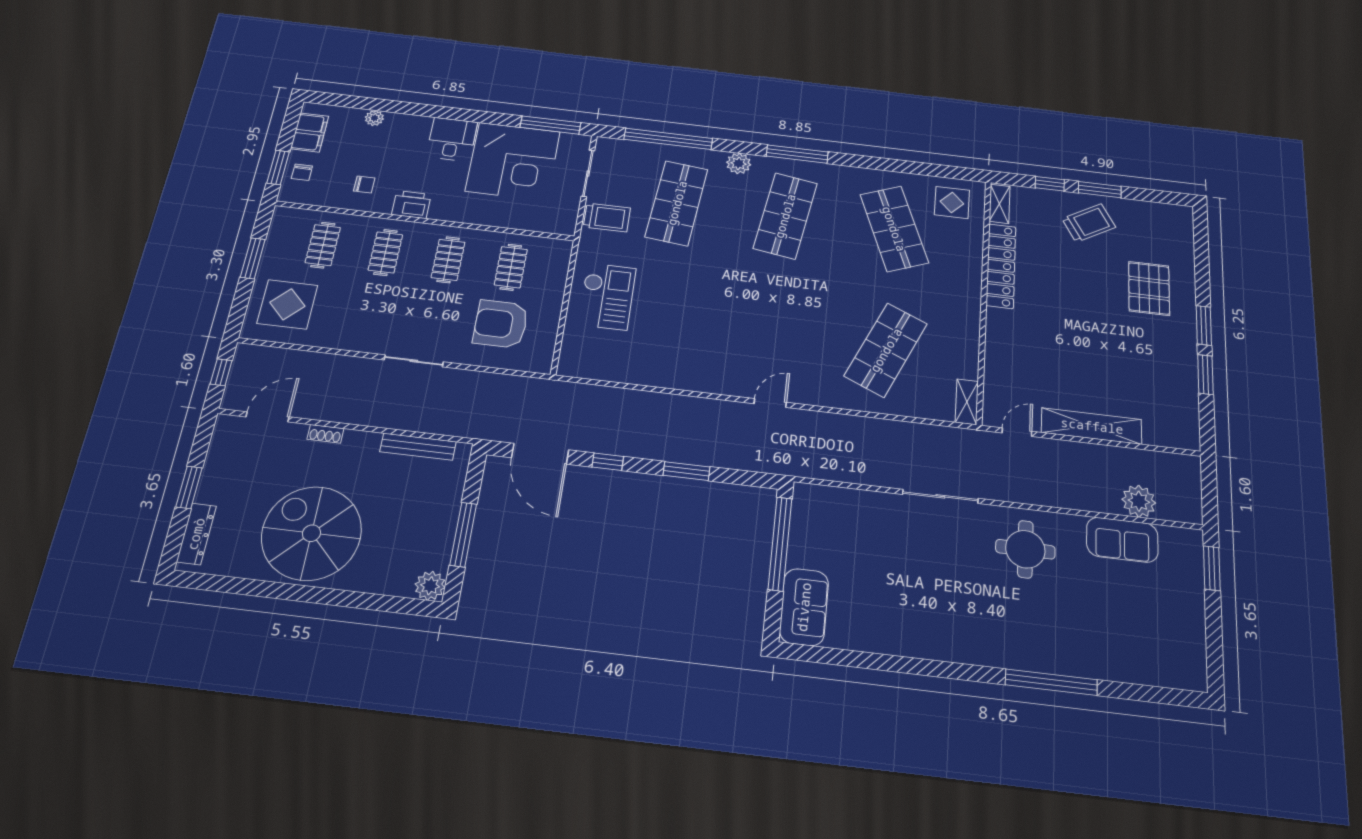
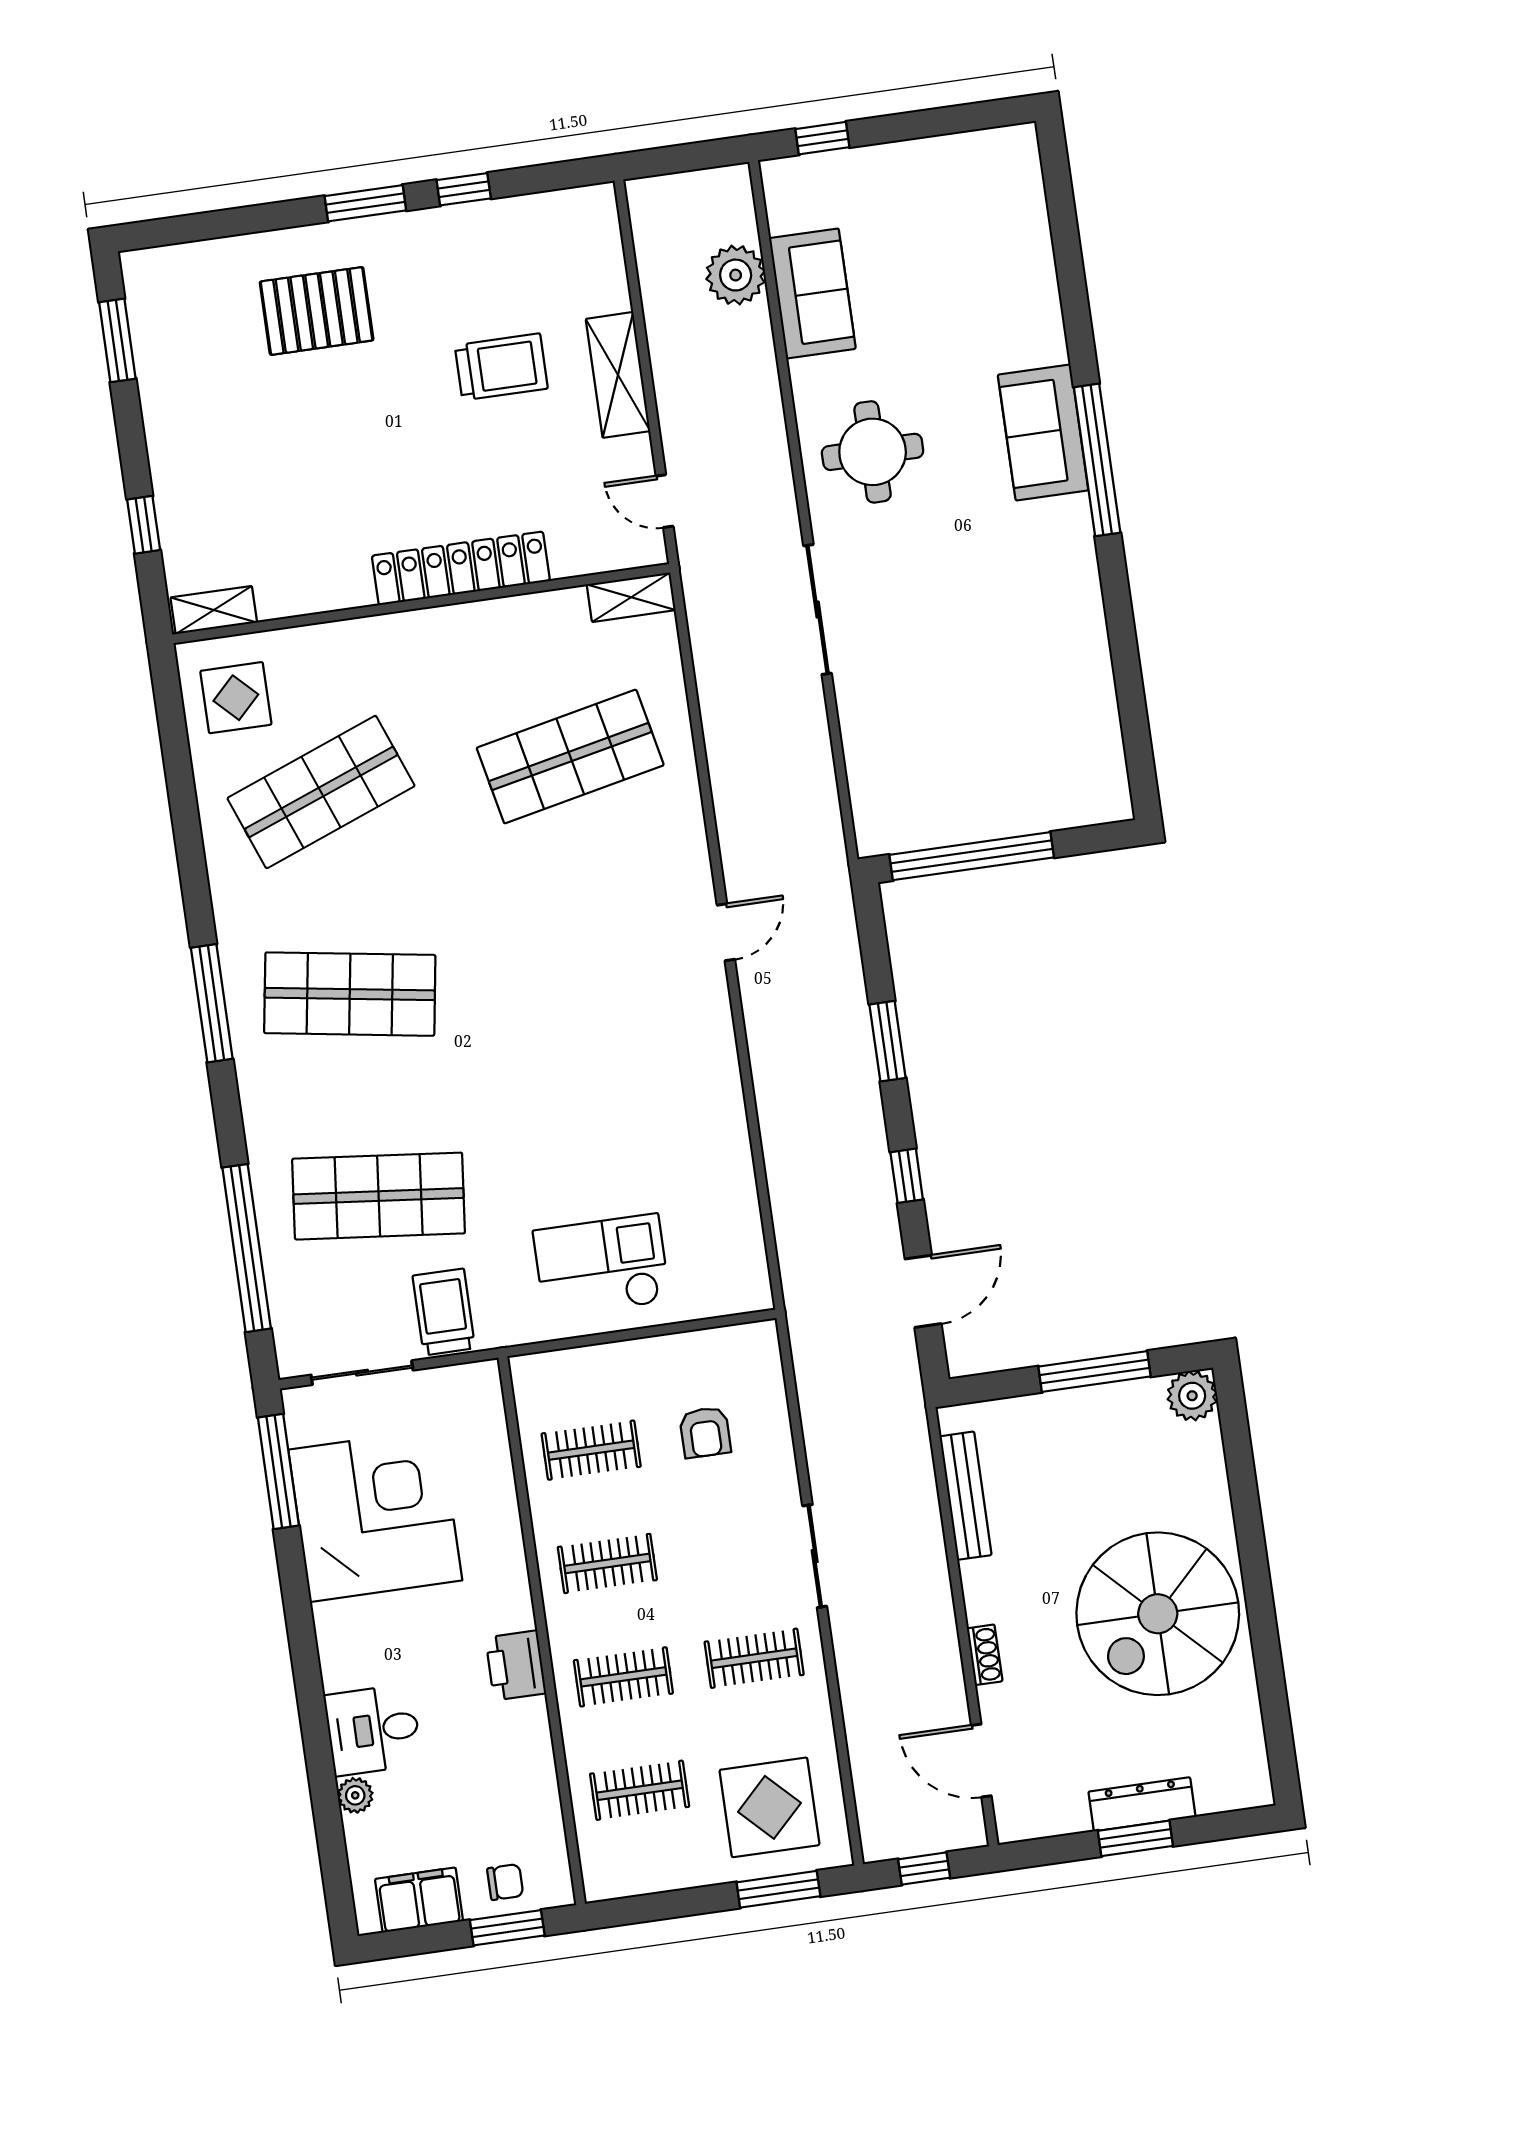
desk: (452, 139) -> (373, 1730), moved
plant: (739, 163) -> (263, 1106), removed
chair: (364, 184) -> (499, 1763), removed
window: (1100, 190) -> (117, 340), moved
trolley: (1089, 223) -> (501, 367), moved, turned 120
window: (253, 258) -> (778, 1889), moved
locker: (1001, 266) -> (461, 568), moved
clothes rail: (370, 317) -> (754, 1658), added
armchair: (501, 324) -> (705, 1432), width x0.53, depth x0.53
shop shelf: (886, 350) -> (570, 757), turned -36
window: (1205, 375) -> (464, 189), width x0.67
door: (770, 403) -> (726, 932), swing flipped
shelving: (1092, 426) -> (618, 375), width x0.68
door: (540, 454) -> (923, 1291), width x0.73
dresser: (196, 534) -> (1142, 1804), moved
window: (1212, 568) -> (822, 138), width x0.67
sofa: (804, 607) -> (1043, 432), moved, turned -90
window: (1051, 682) -> (1097, 460), moved

